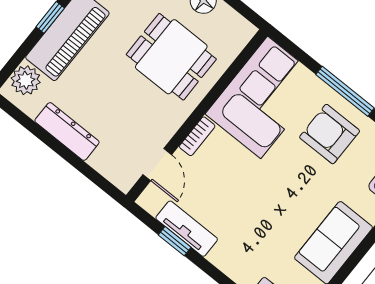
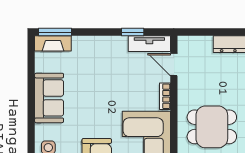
tv unit: (187, 229) -> (149, 44), moved

